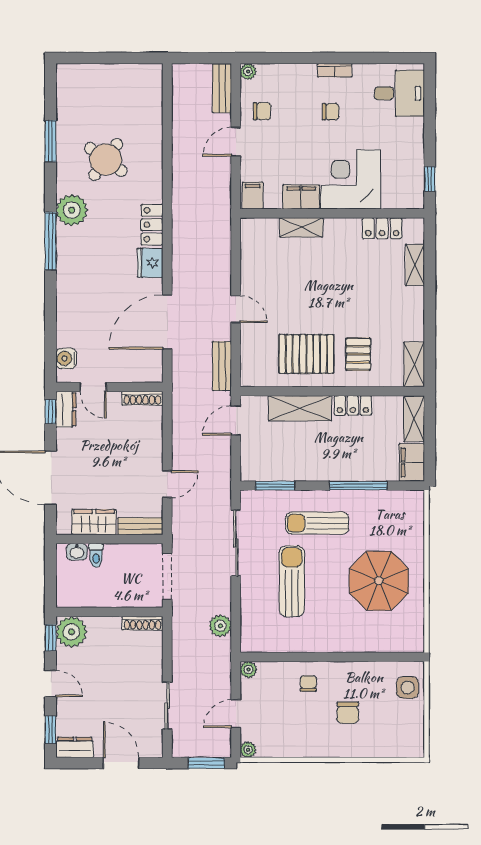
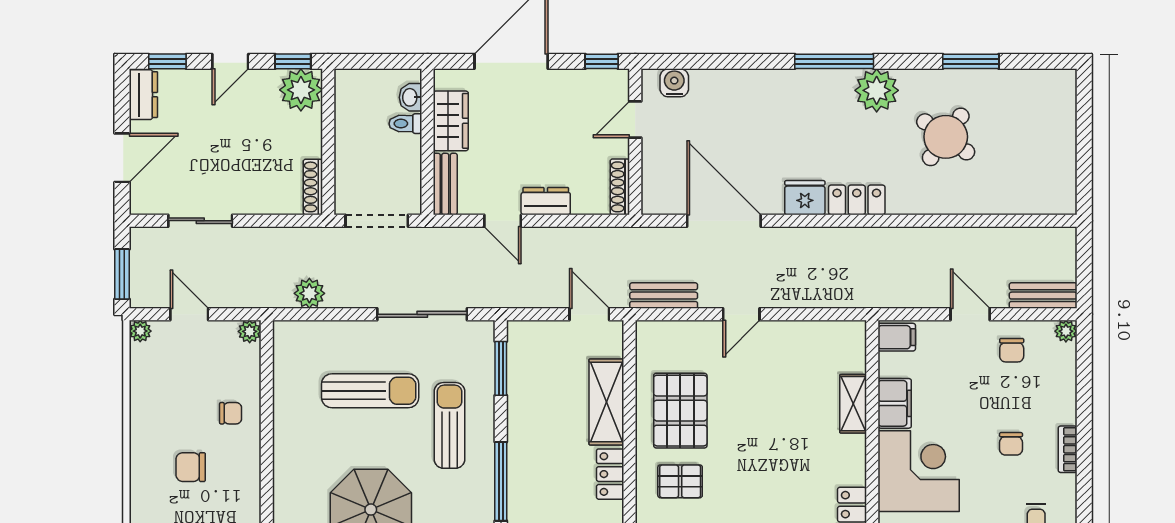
dresser: (66, 409) -> (546, 201), moved, turned 180

